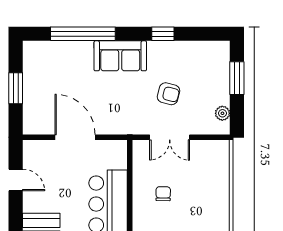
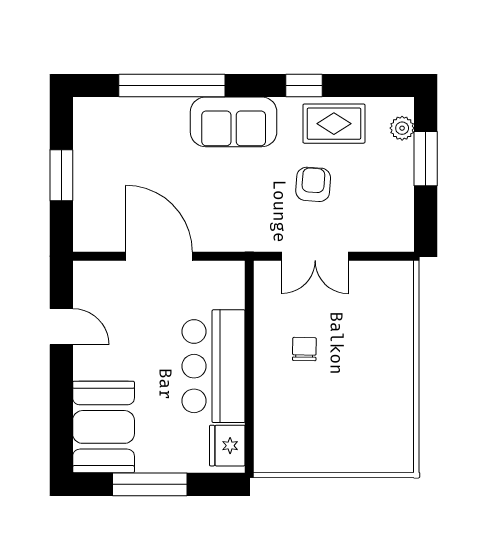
rug: (181, 57) -> (334, 124), added
armchair: (169, 94) -> (313, 184), turned -100
plant: (222, 113) -> (402, 128), moved

